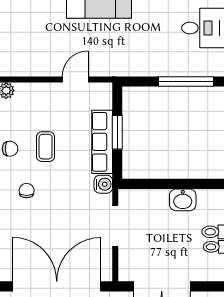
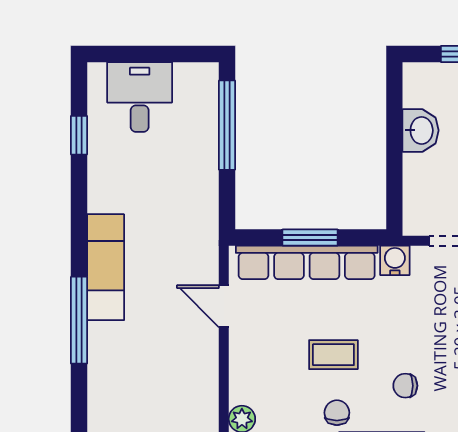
row of seats: (102, 142) -> (307, 262), width x1.36

